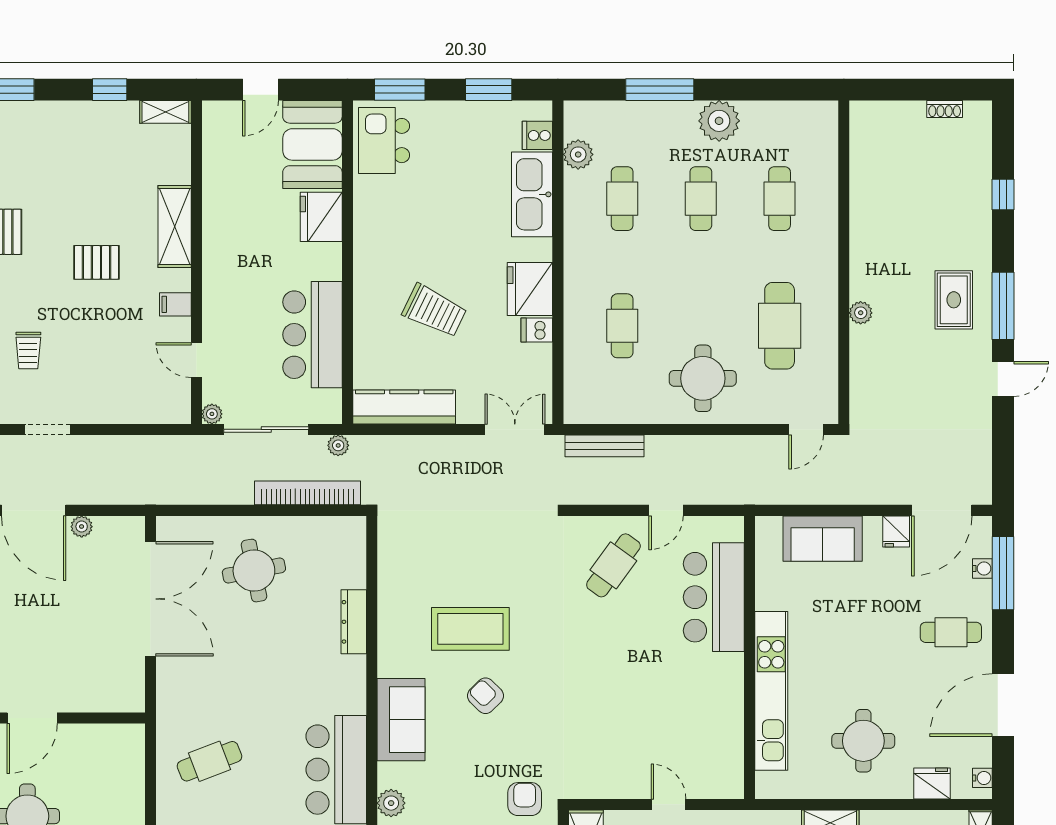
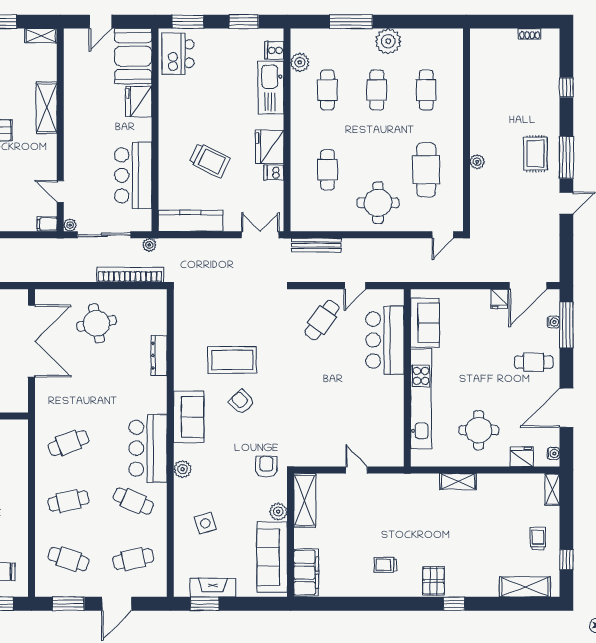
filing cabinet: (175, 304) -> (47, 224), moved
sofa: (823, 539) -> (425, 323), moved, turned -90

